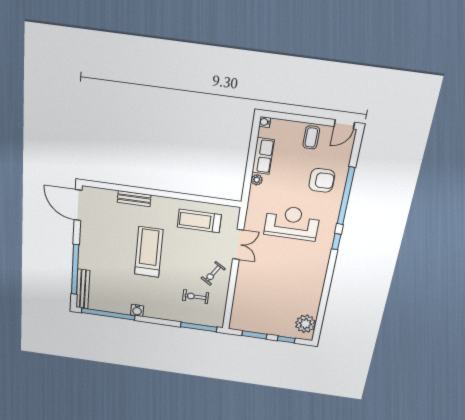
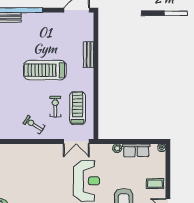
double door: (238, 244) -> (76, 142), moved
treadmill: (149, 252) -> (45, 70), turned 180
exercise bike: (196, 297) -> (55, 106), moved

